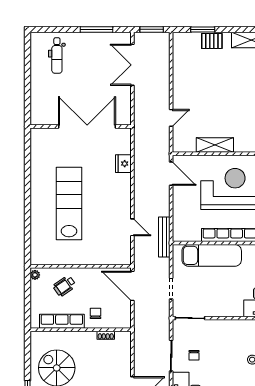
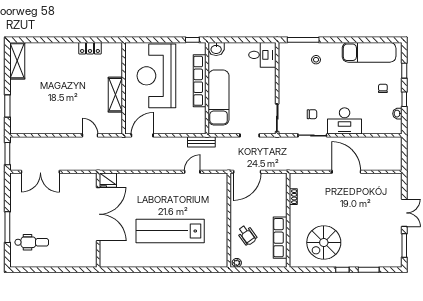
window: (96, 29) -> (7, 227), moved
pallet: (212, 41) -> (18, 97), removed
double door: (87, 127) -> (98, 214), swing flipped
fridge: (123, 164) -> (108, 180), moved
bench: (164, 237) -> (201, 142), width x0.73
chair: (96, 313) -> (273, 206), removed

